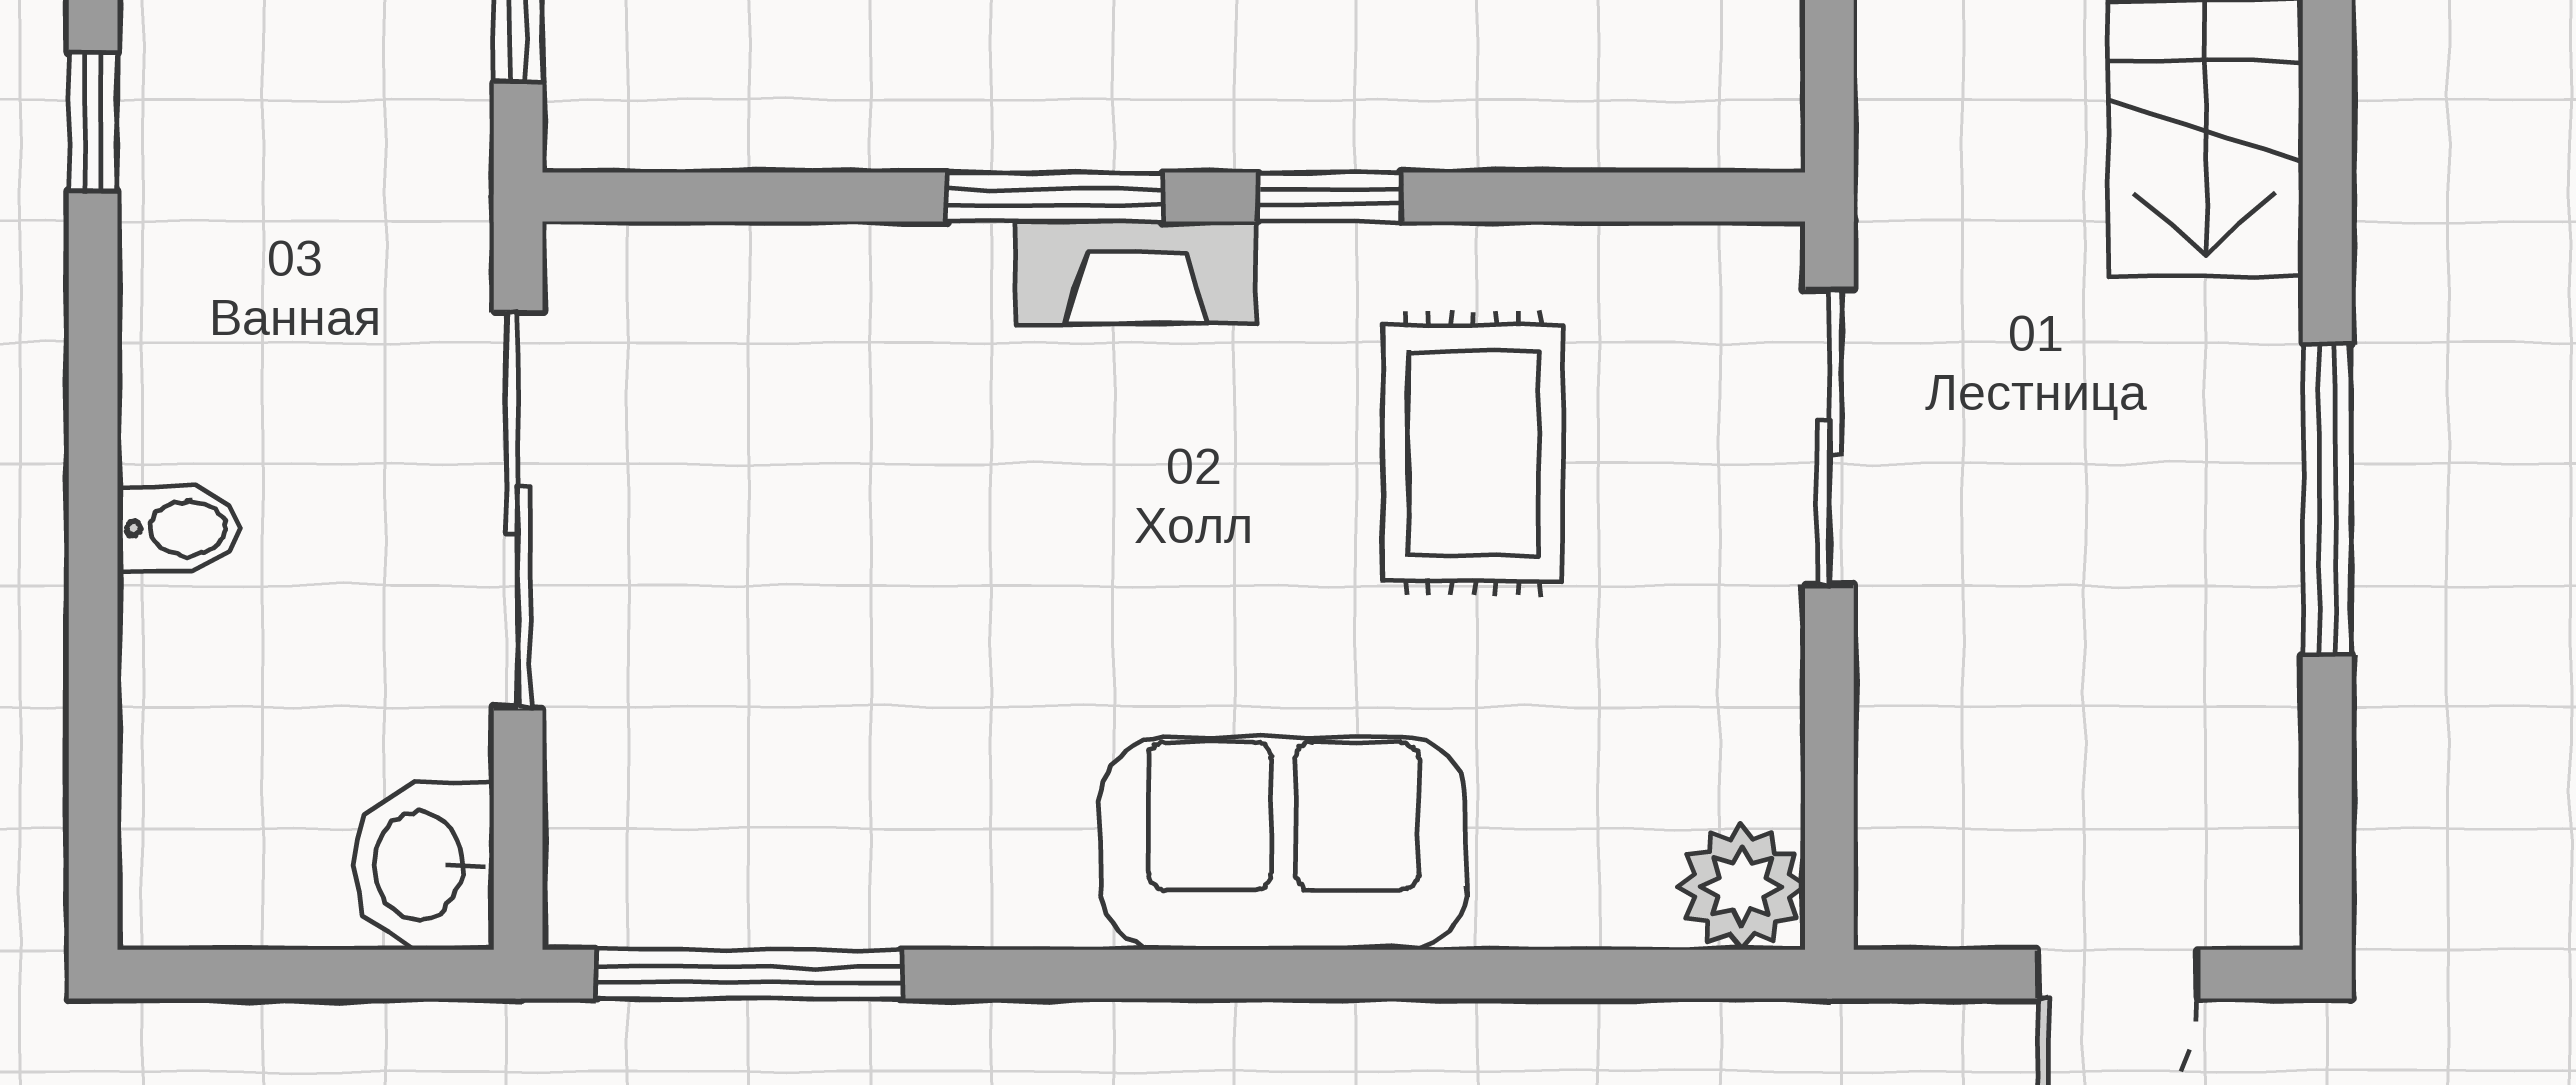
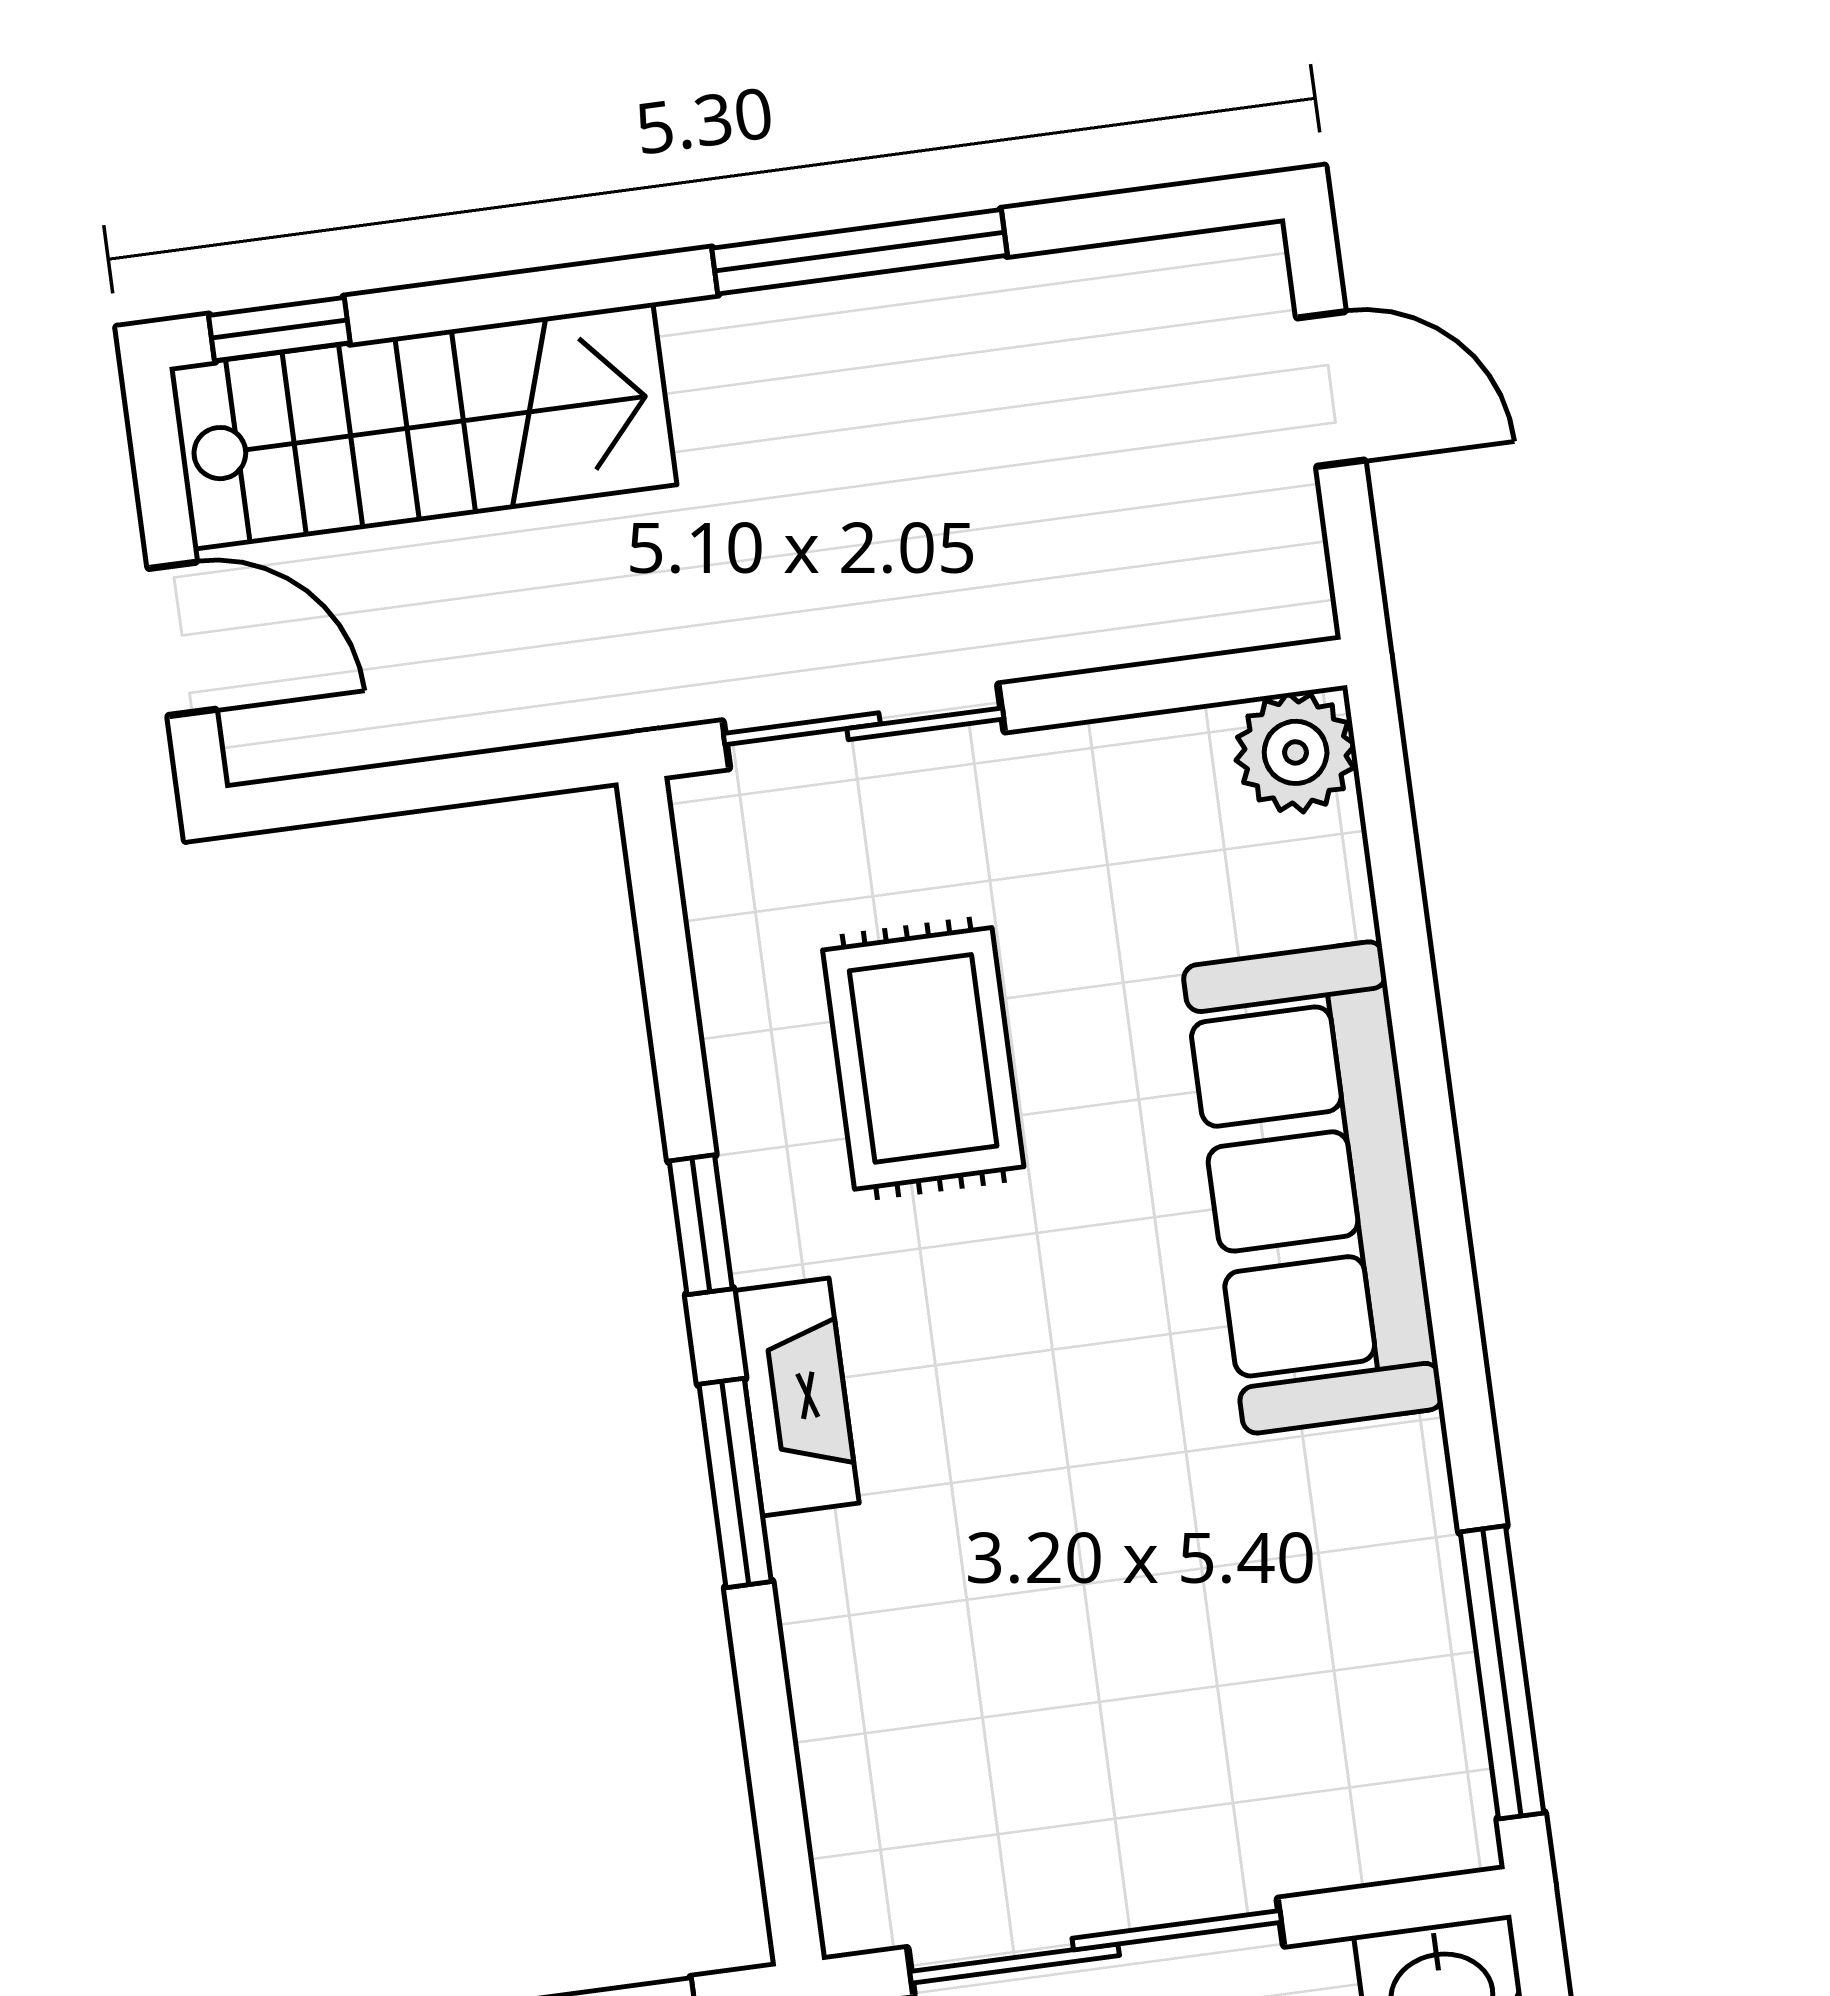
rug: (1473, 453) -> (923, 1058), turned 90
sofa: (1283, 844) -> (1313, 1187), width x1.36

